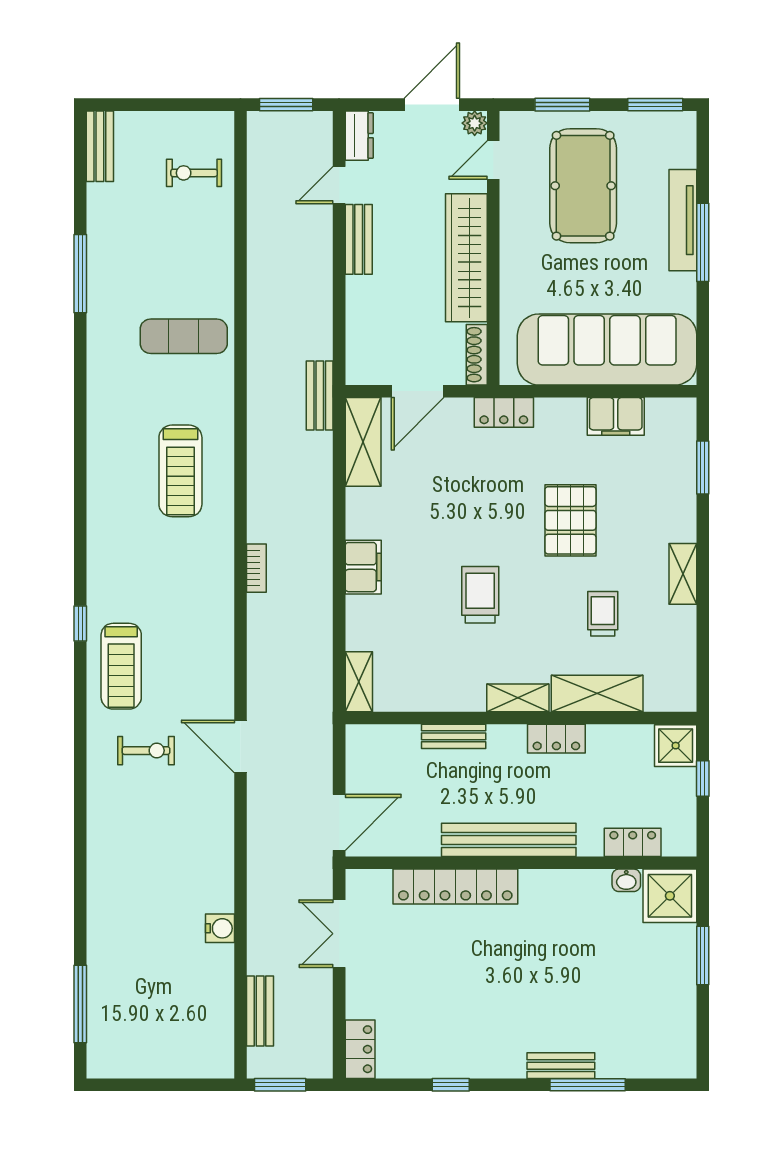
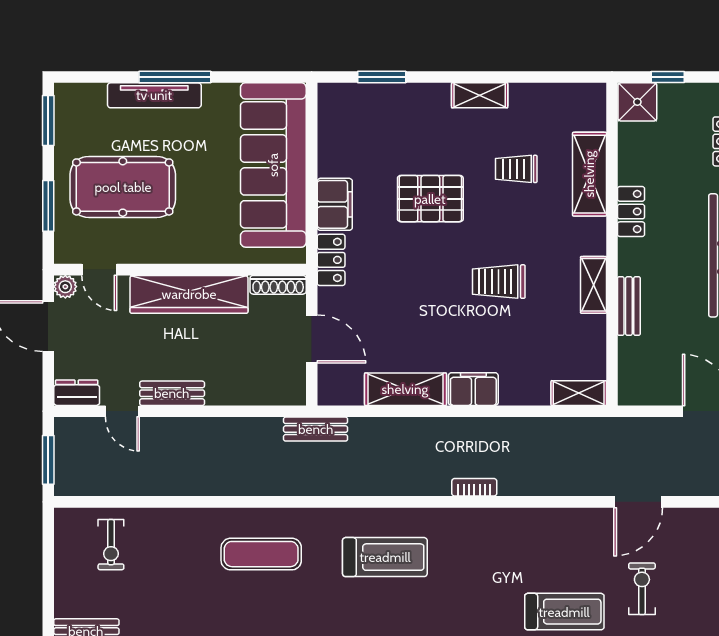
exercise mat: (184, 336) -> (261, 554), turned 90
filing cabinet: (616, 416) -> (335, 204), moved
shelving: (363, 442) -> (405, 389), moved
shelving: (518, 698) -> (594, 285), moved

